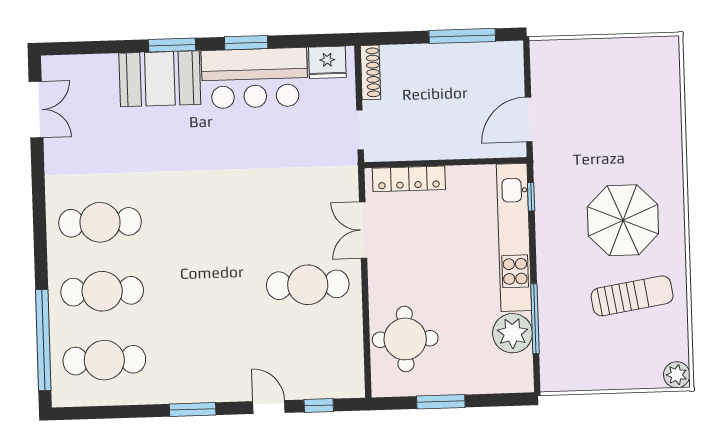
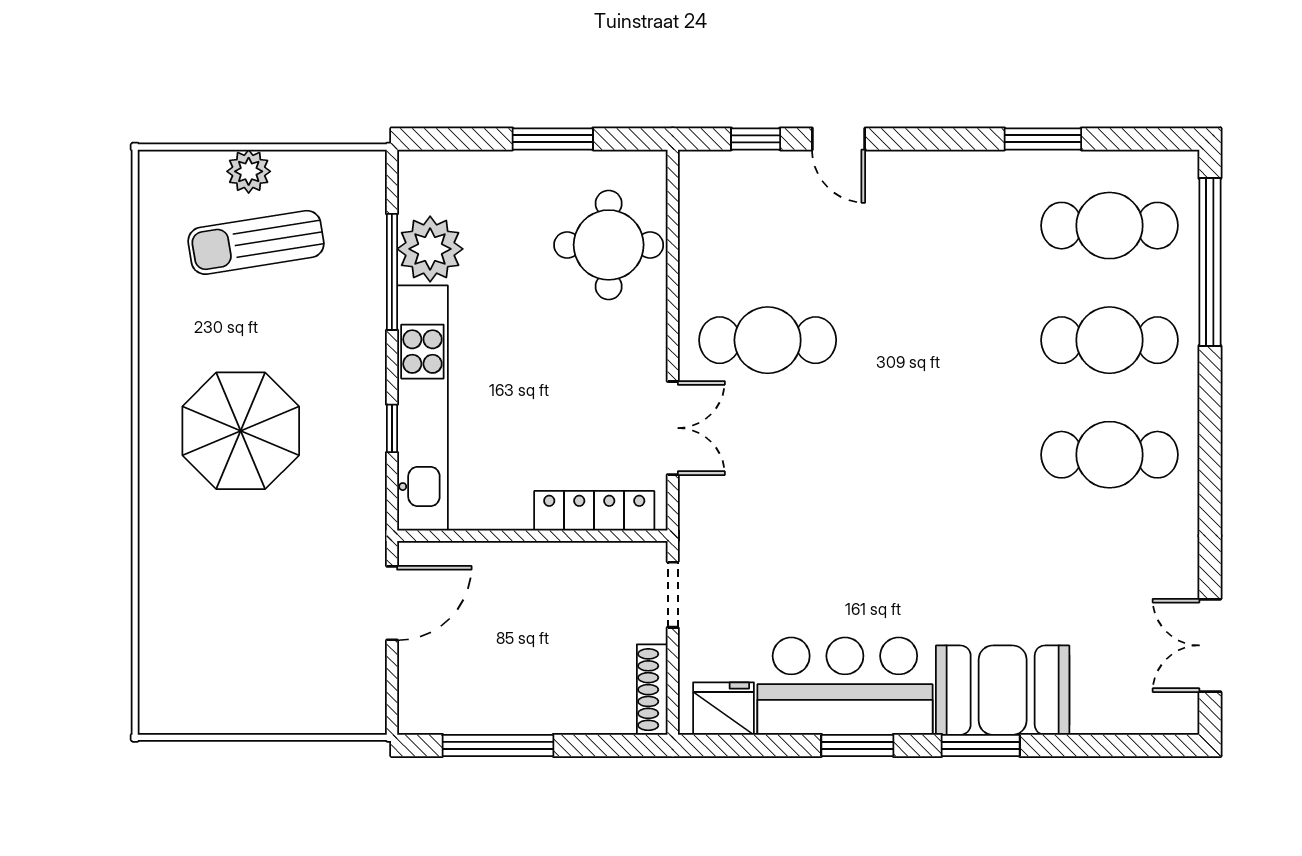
window: (531, 197) -> (392, 428), moved
sun lounger: (632, 296) -> (256, 242), moved
plant: (677, 375) -> (249, 171), moved
window: (193, 409) -> (1043, 139), moved

